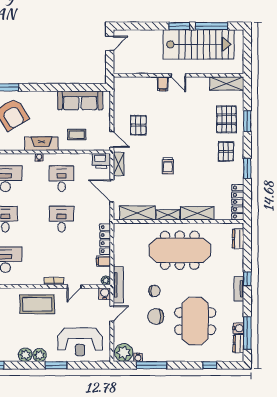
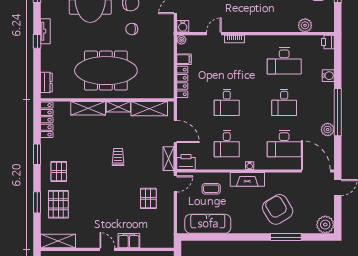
filing cabinet: (163, 84) -> (129, 241), width x2.00
door: (112, 139) -> (175, 184), swing flipped
tv unit: (118, 285) -> (169, 35), removed
coffee table: (37, 304) -> (252, 15), removed

